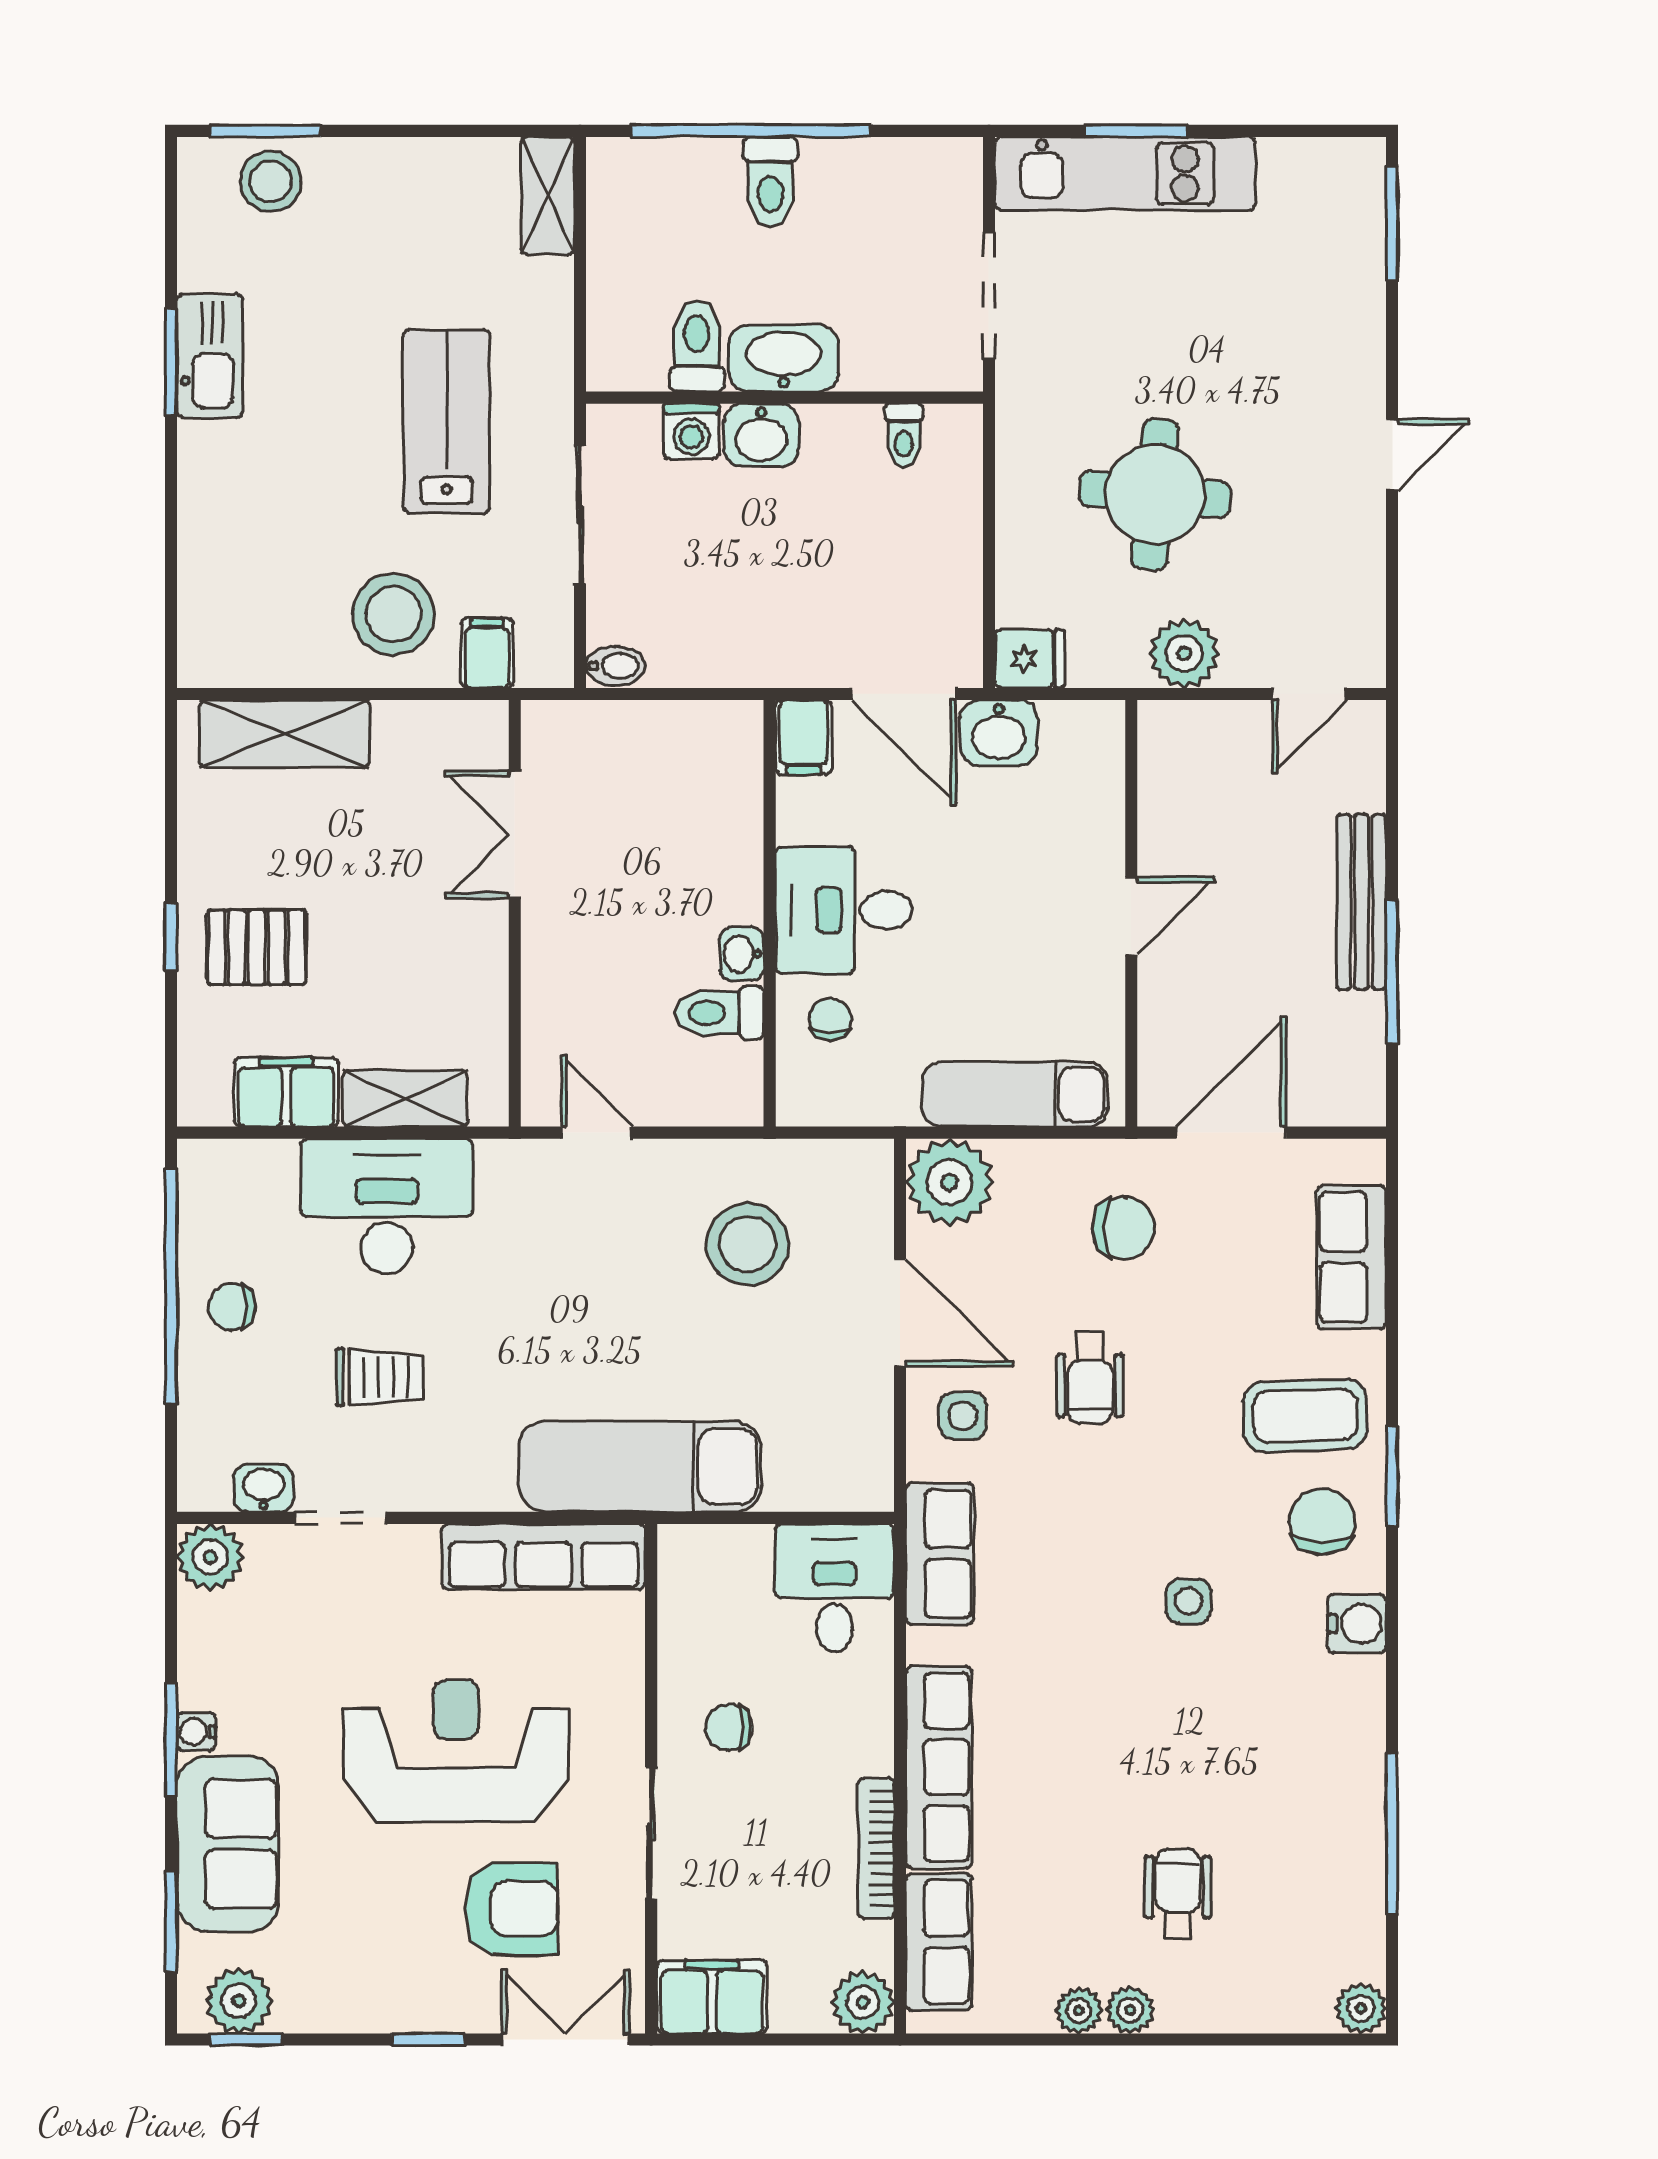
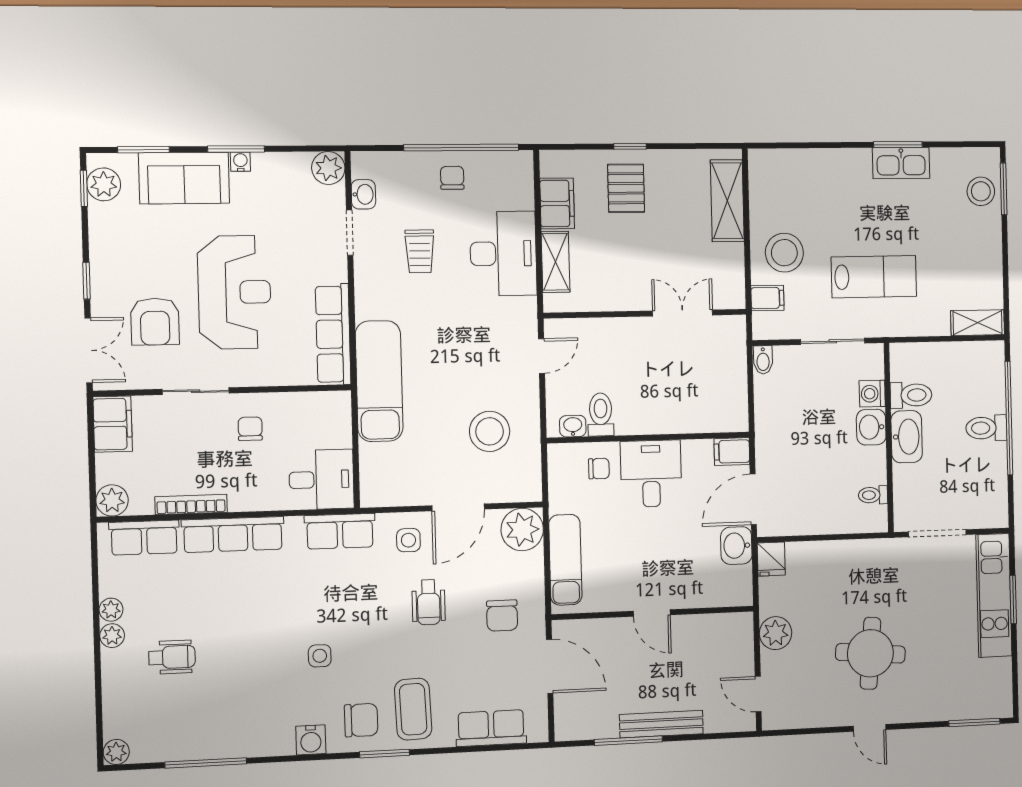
round table: (1155, 494) -> (870, 653), moved
washbasin: (742, 954) -> (573, 426), moved
wheelchair: (1090, 1378) -> (429, 602), turned -90

